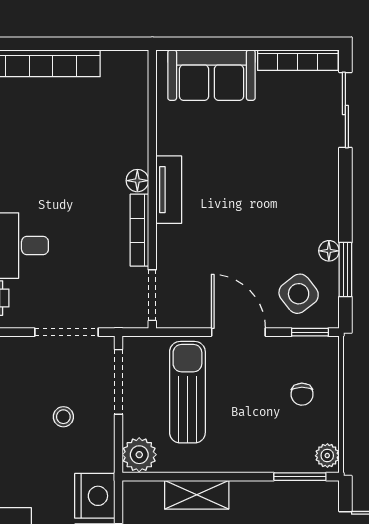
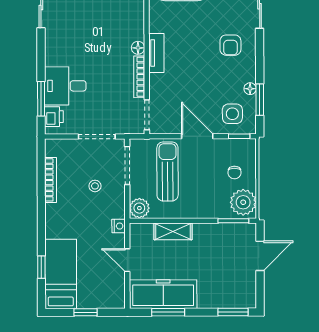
armchair: (296, 176) -> (230, 45), added
side table: (299, 294) -> (232, 114), turned 38
plant: (327, 456) -> (243, 202), width x1.87, depth x1.87
nightstand: (95, 496) -> (119, 226), width x0.53, depth x0.56

